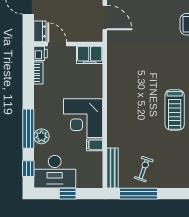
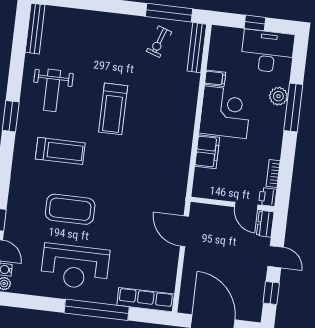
filing cabinet: (90, 55) -> (207, 152), moved, turned 90
treadmill: (175, 110) -> (113, 109), turned 180
window: (28, 169) -> (299, 59), removed

